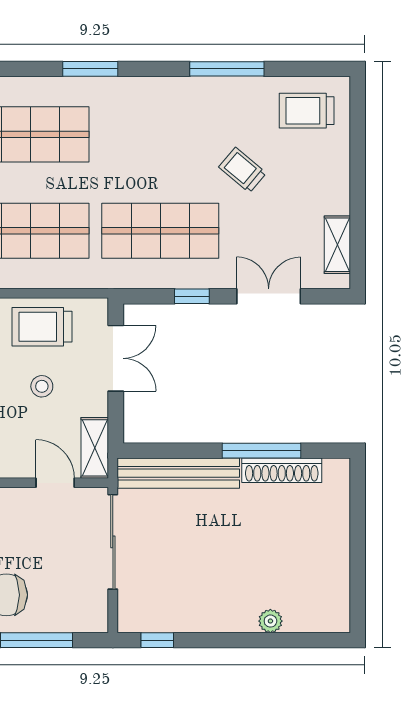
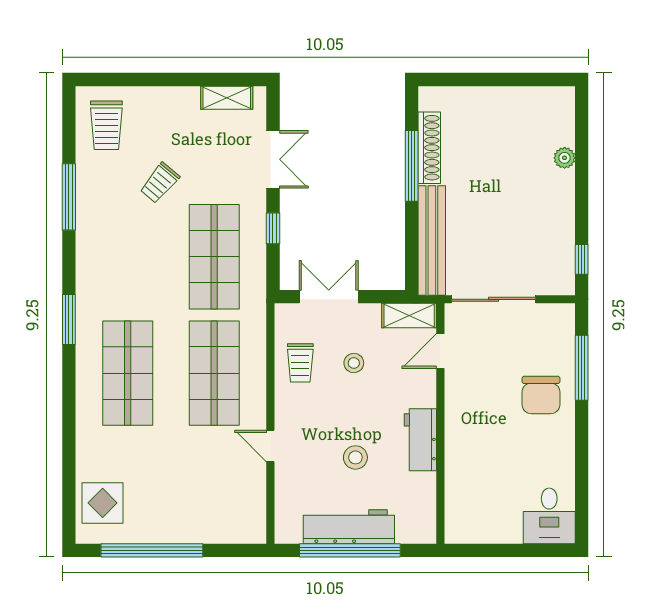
double door: (269, 296) -> (273, 159), swing flipped
trolley: (42, 327) -> (300, 363), width x0.73, depth x0.72

